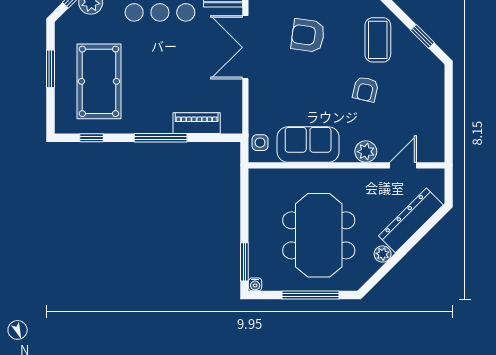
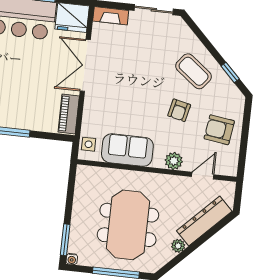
armchair: (308, 35) -> (219, 130), moved
coffee table: (378, 40) -> (194, 71), turned -52
piano: (197, 123) -> (69, 114), moved, turned -90

